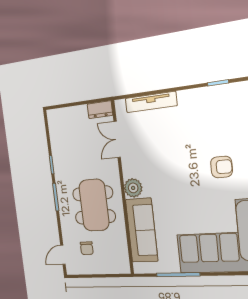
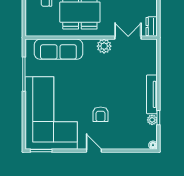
plant: (222, 92) -> (152, 120), added
tv unit: (151, 102) -> (152, 94), moved
plant: (133, 188) -> (104, 46), moved

